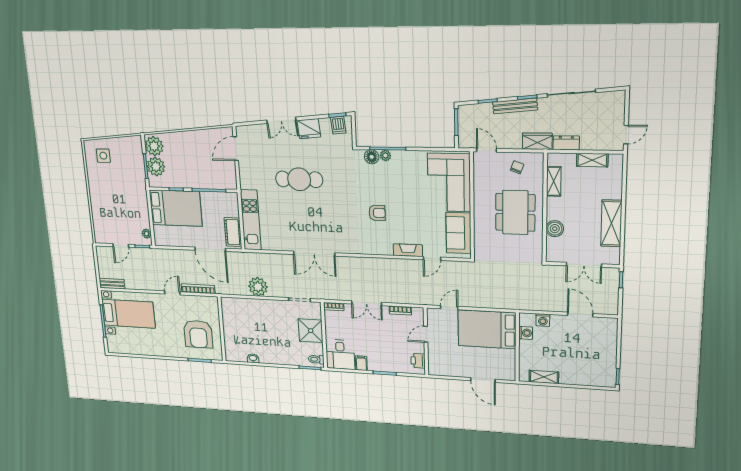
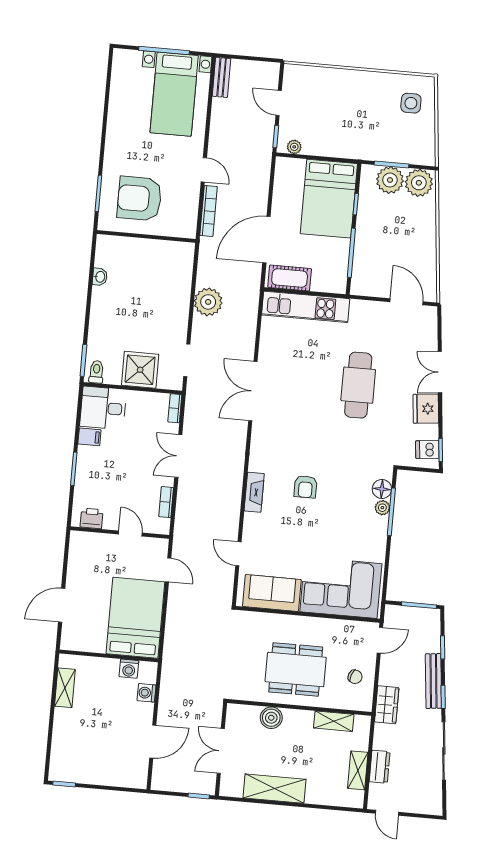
dresser: (566, 143) -> (380, 767), moved
fireplace: (408, 250) -> (254, 492), moved

